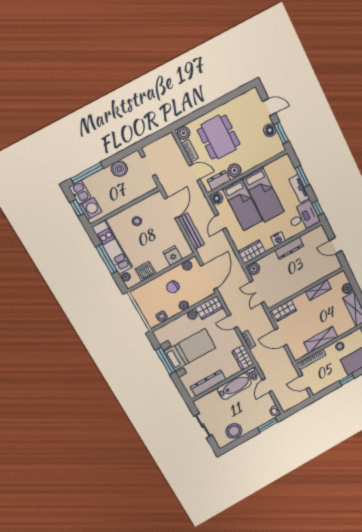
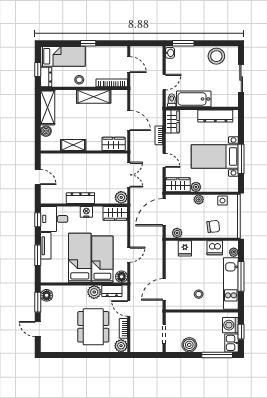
floor lamp: (270, 130) -> (47, 295), moved
bench: (191, 231) -> (158, 261), removed
chair: (173, 287) -> (213, 226), moved

